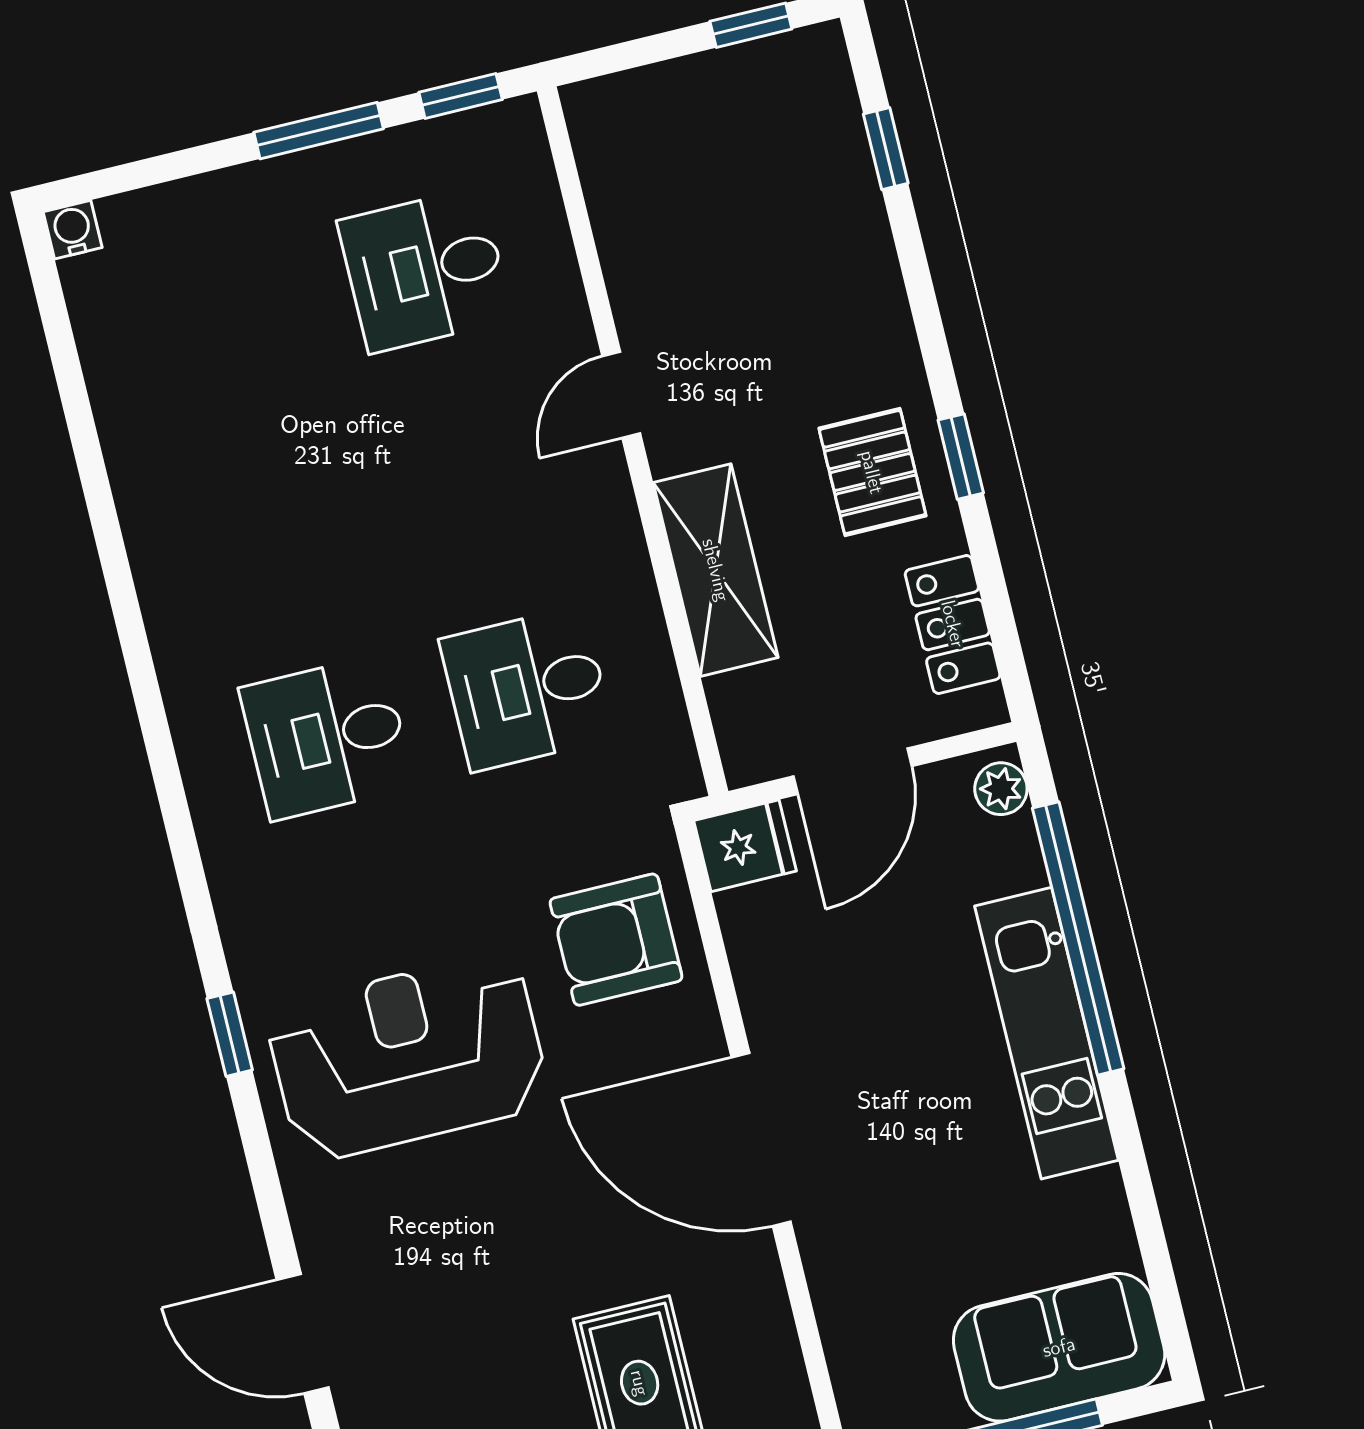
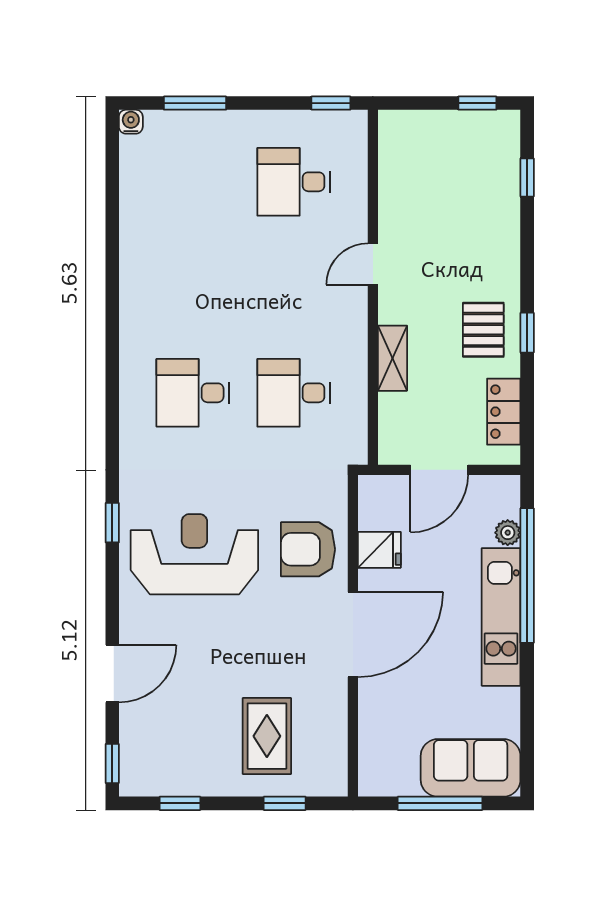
window: (319, 131) -> (195, 103), moved
shelving: (716, 570) -> (392, 358), width x0.67, depth x0.75
plant: (1001, 789) -> (508, 533), moved
fridge: (745, 846) -> (379, 550), moved
armchair: (616, 940) -> (308, 549), moved
door: (761, 1140) -> (353, 634), swing flipped
door: (303, 1334) -> (112, 674), swing flipped

